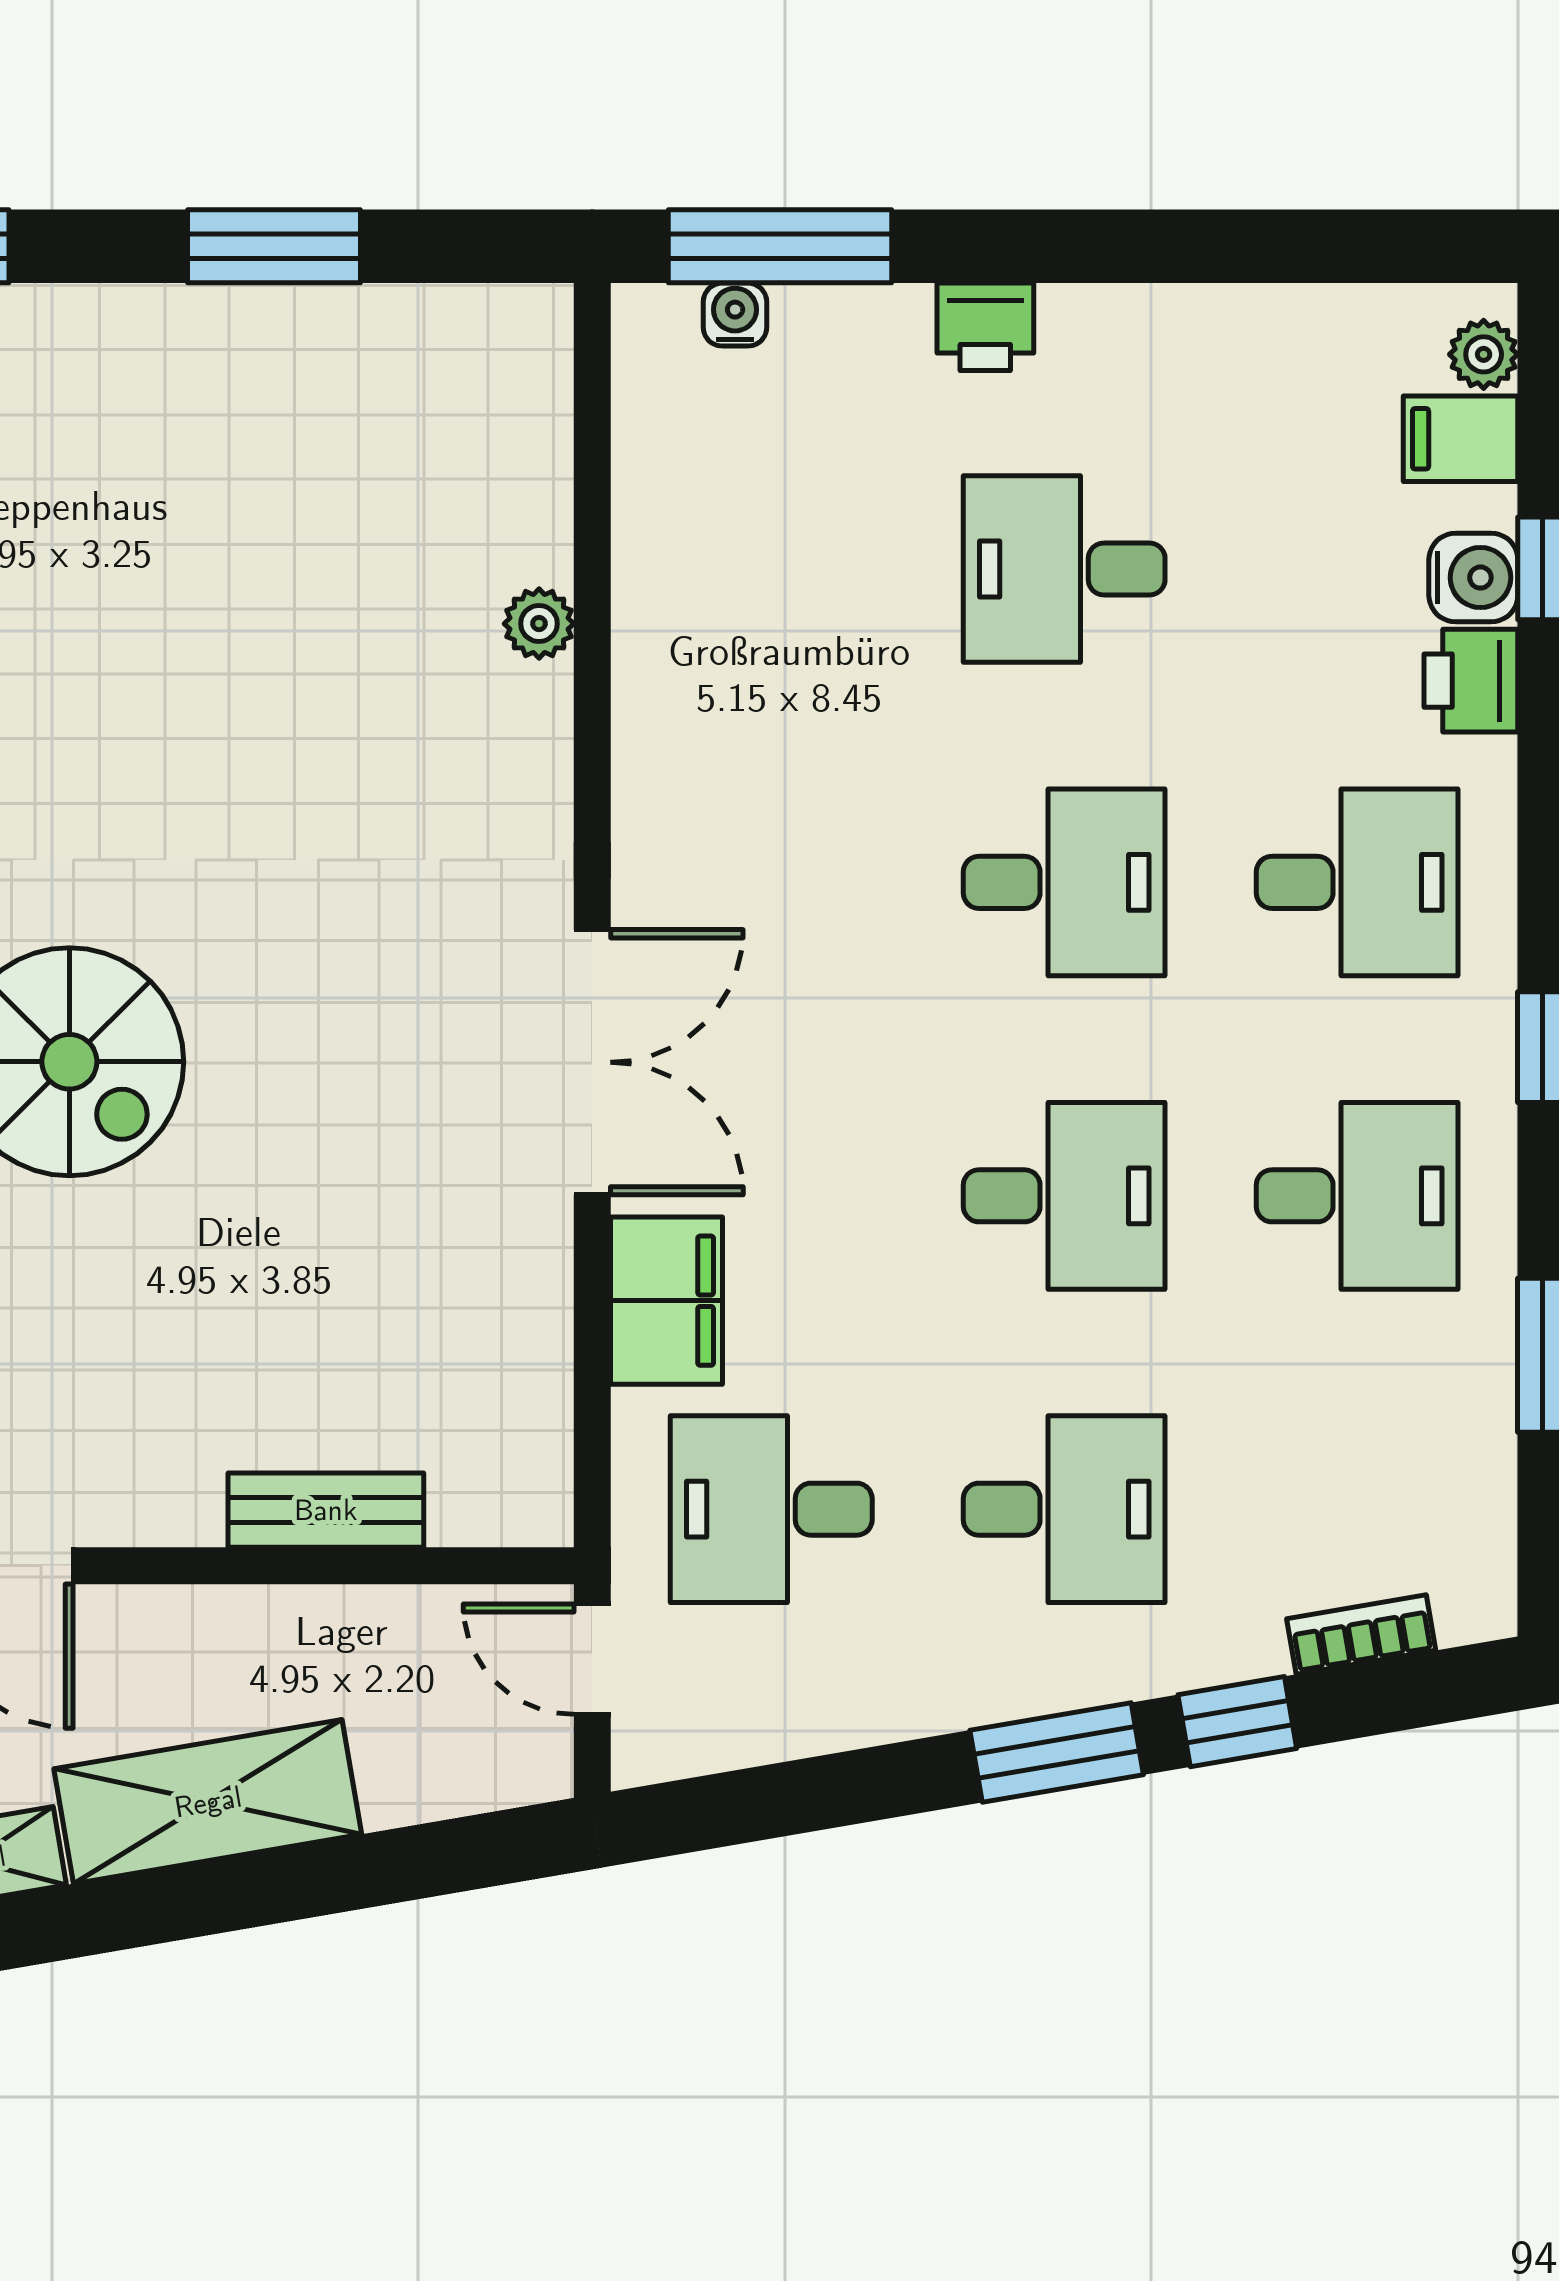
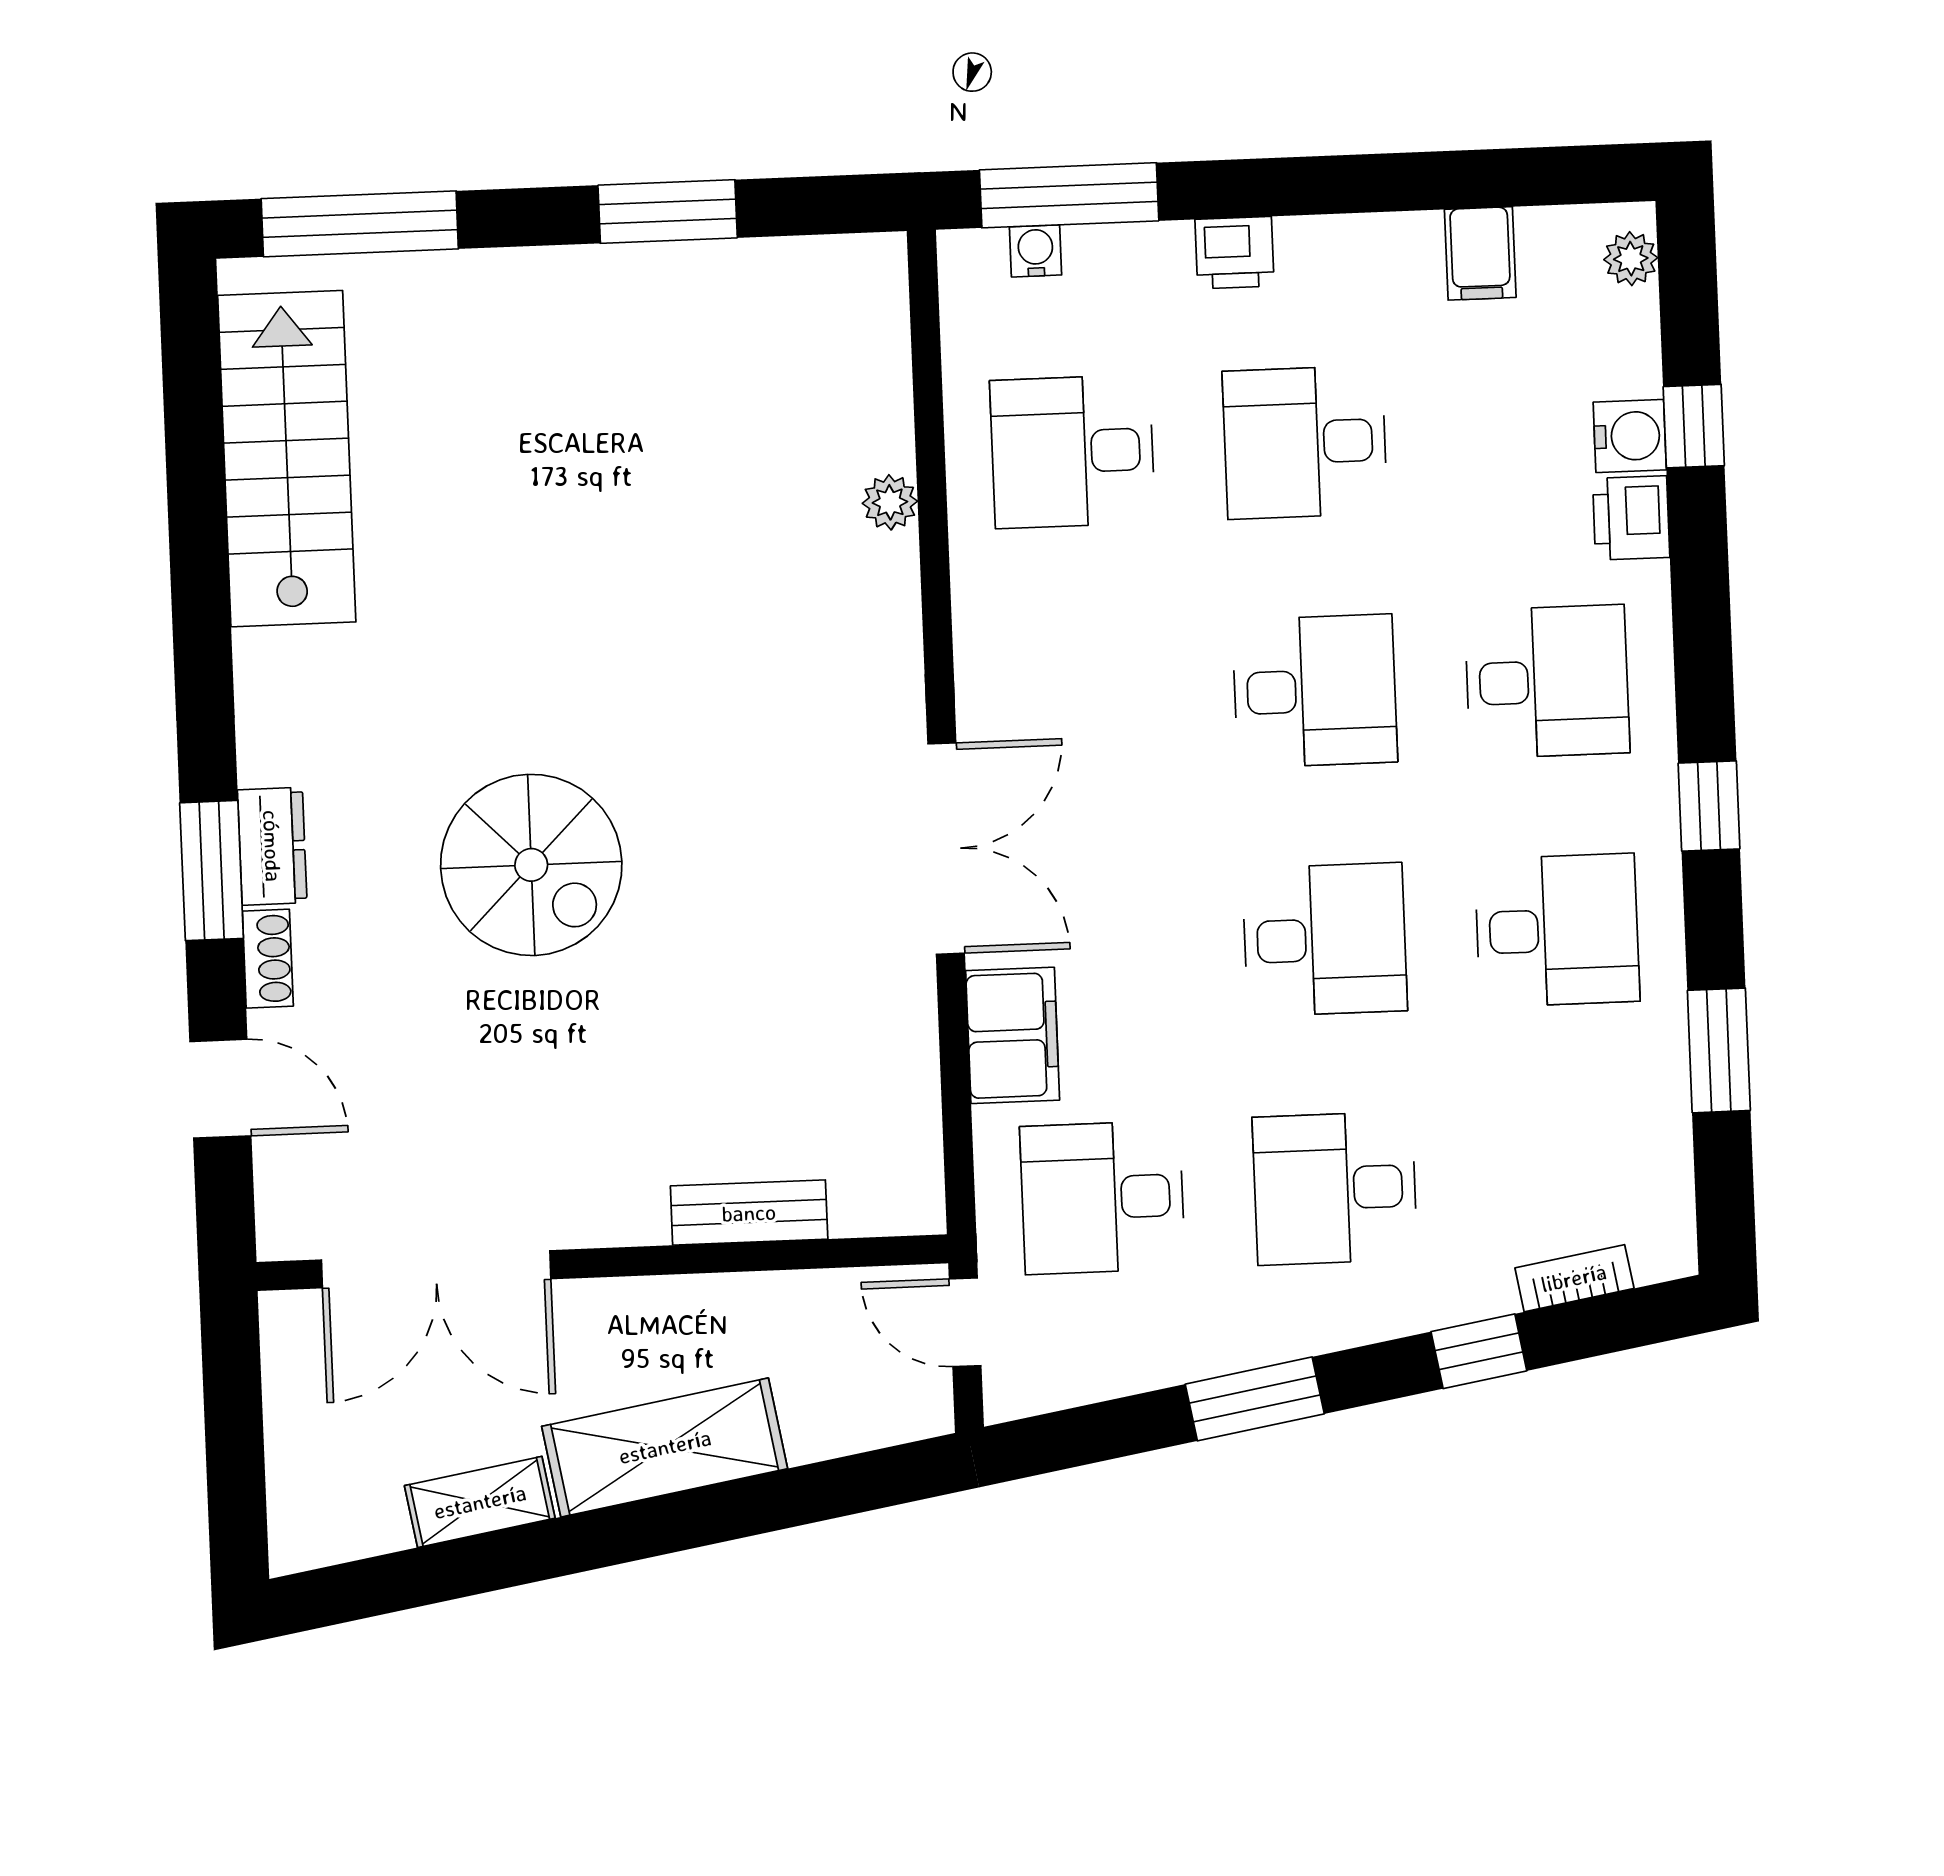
filing cabinet: (1461, 439) -> (1480, 253), moved, turned -90
desk: (771, 569) -> (1072, 452), added
desk: (1064, 1509) -> (1335, 1188), turned 180
window: (1057, 1753) -> (1255, 1399), moved

